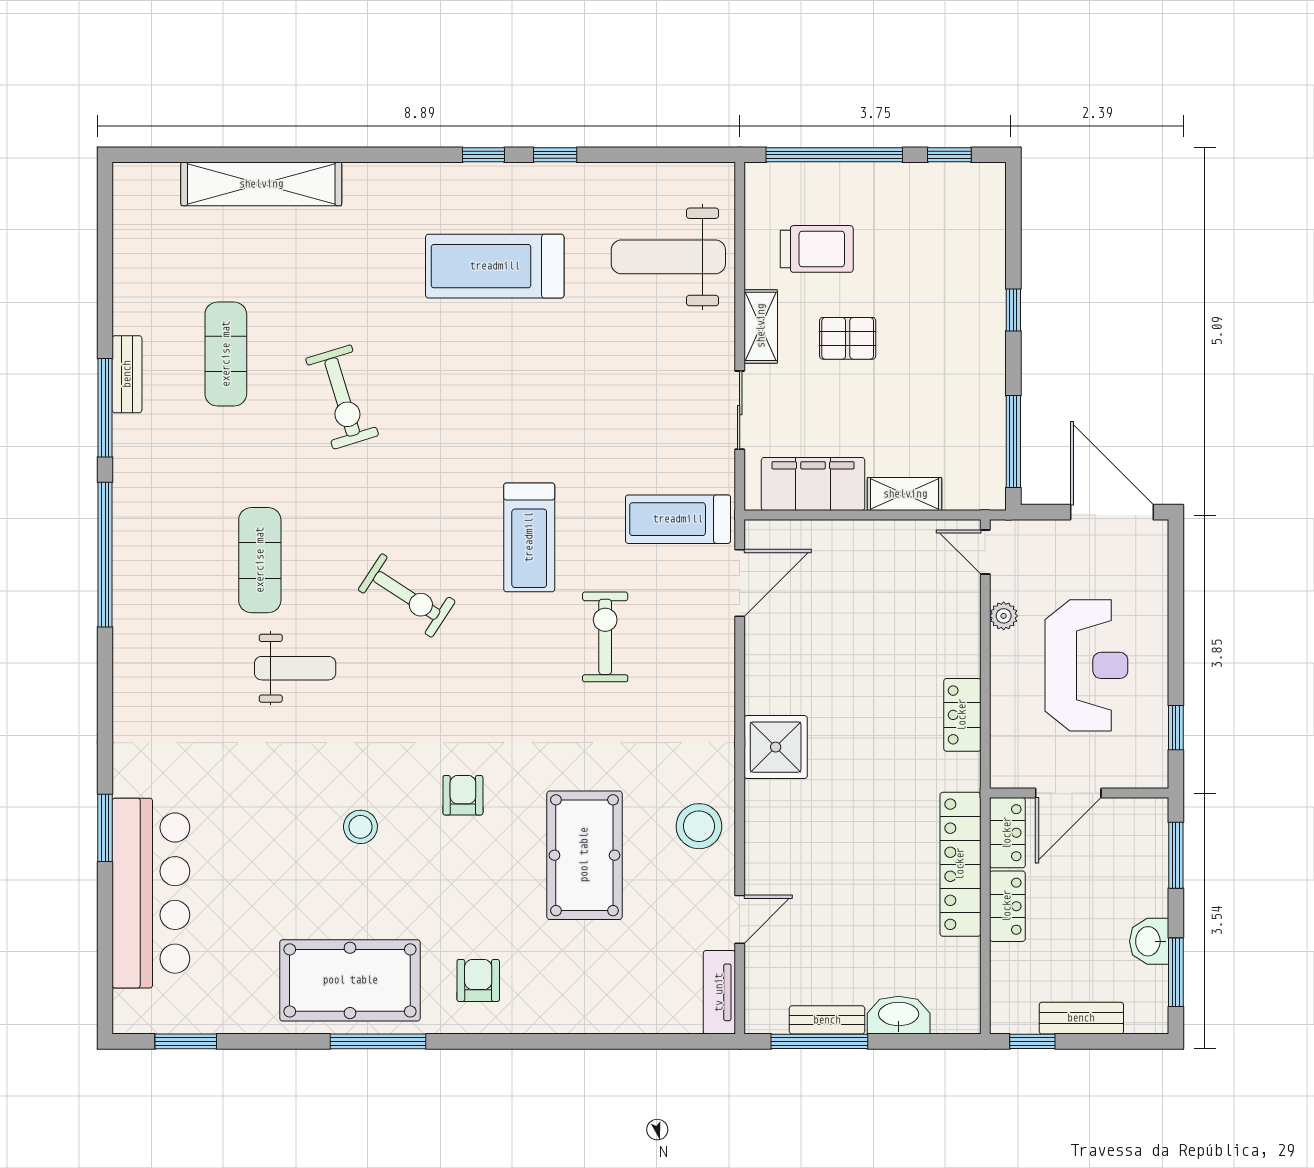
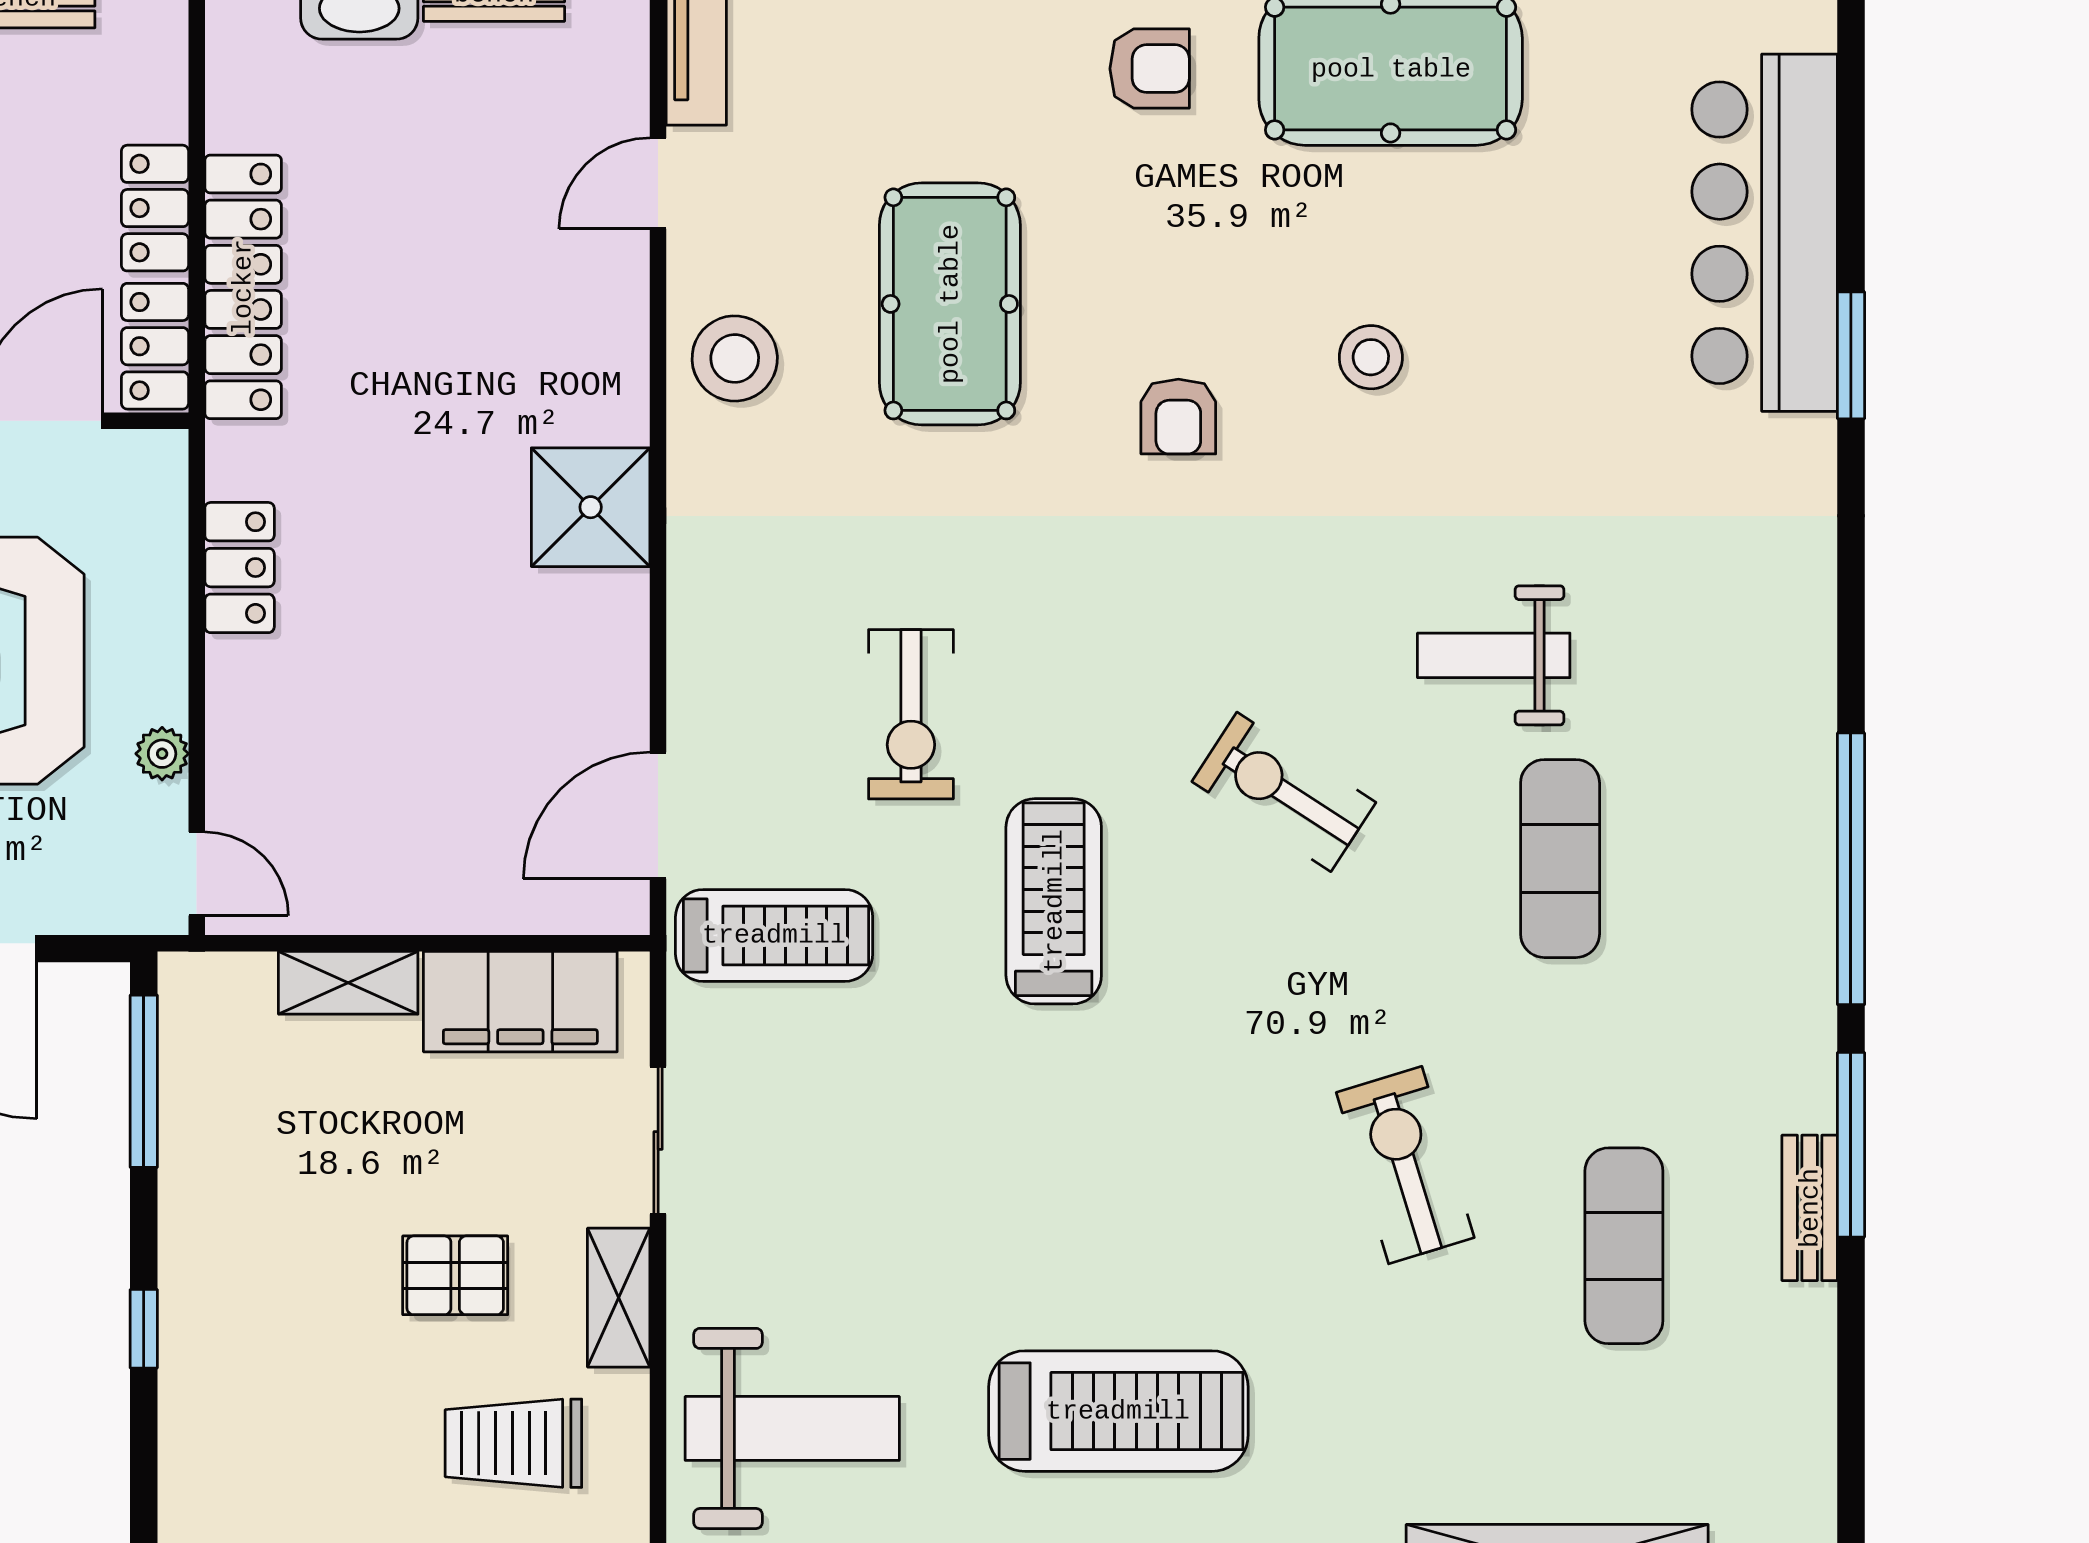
armchair: (478, 980) -> (1150, 69), turned -90

